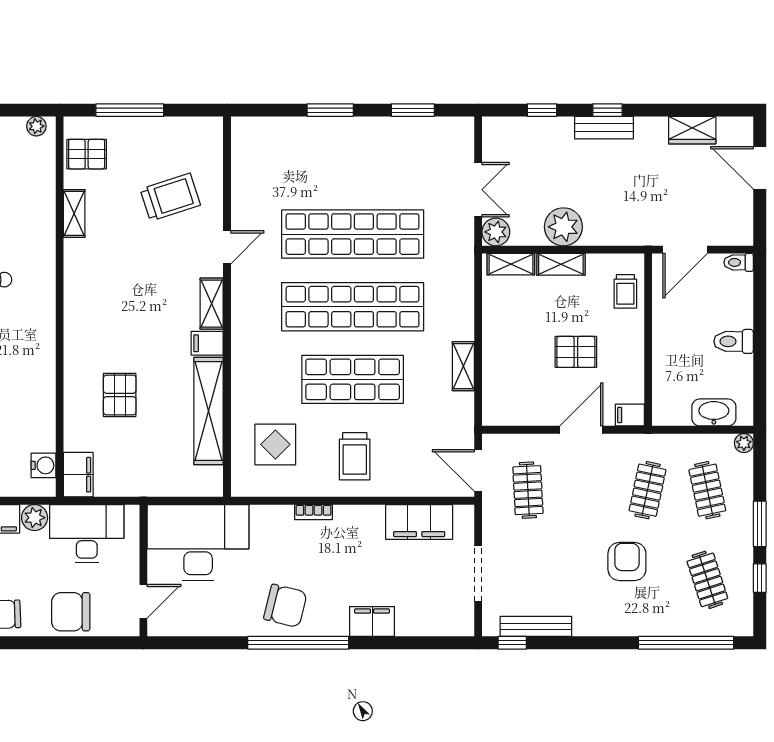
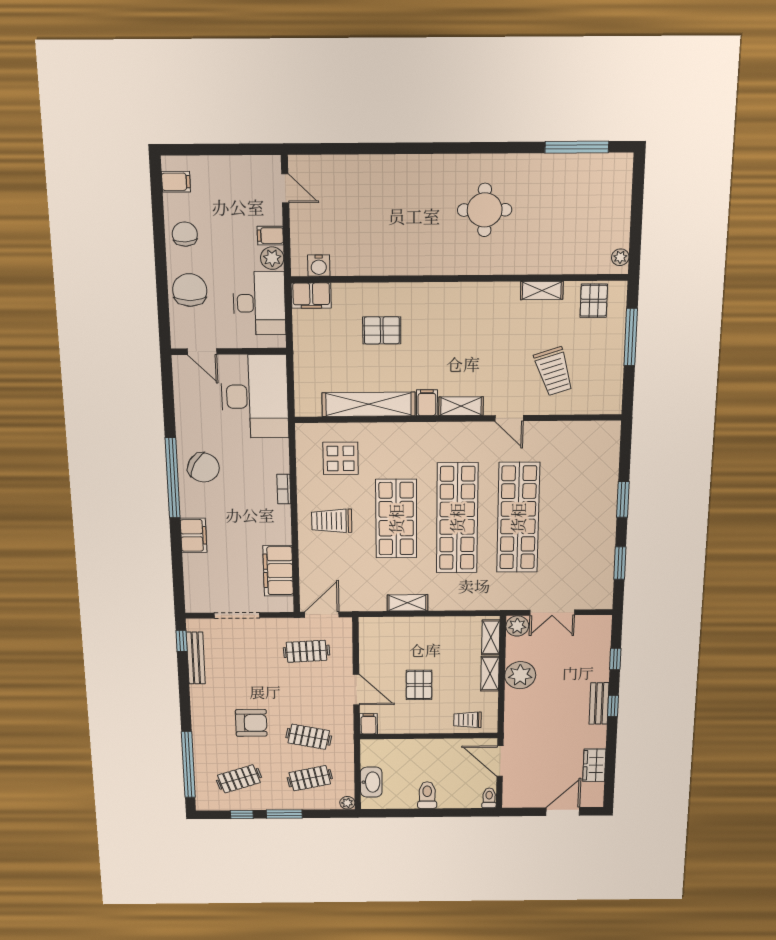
chair: (285, 606) -> (203, 467), turned -74

